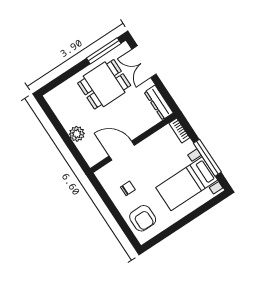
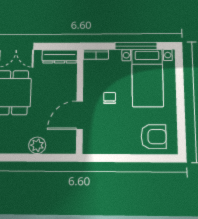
chair: (128, 188) -> (110, 98), moved

